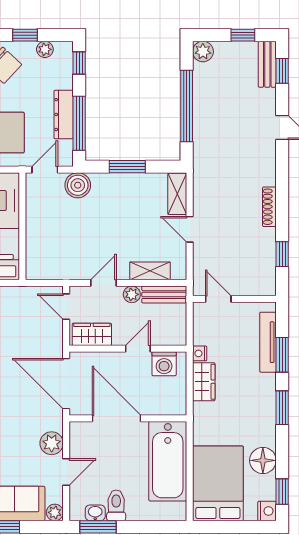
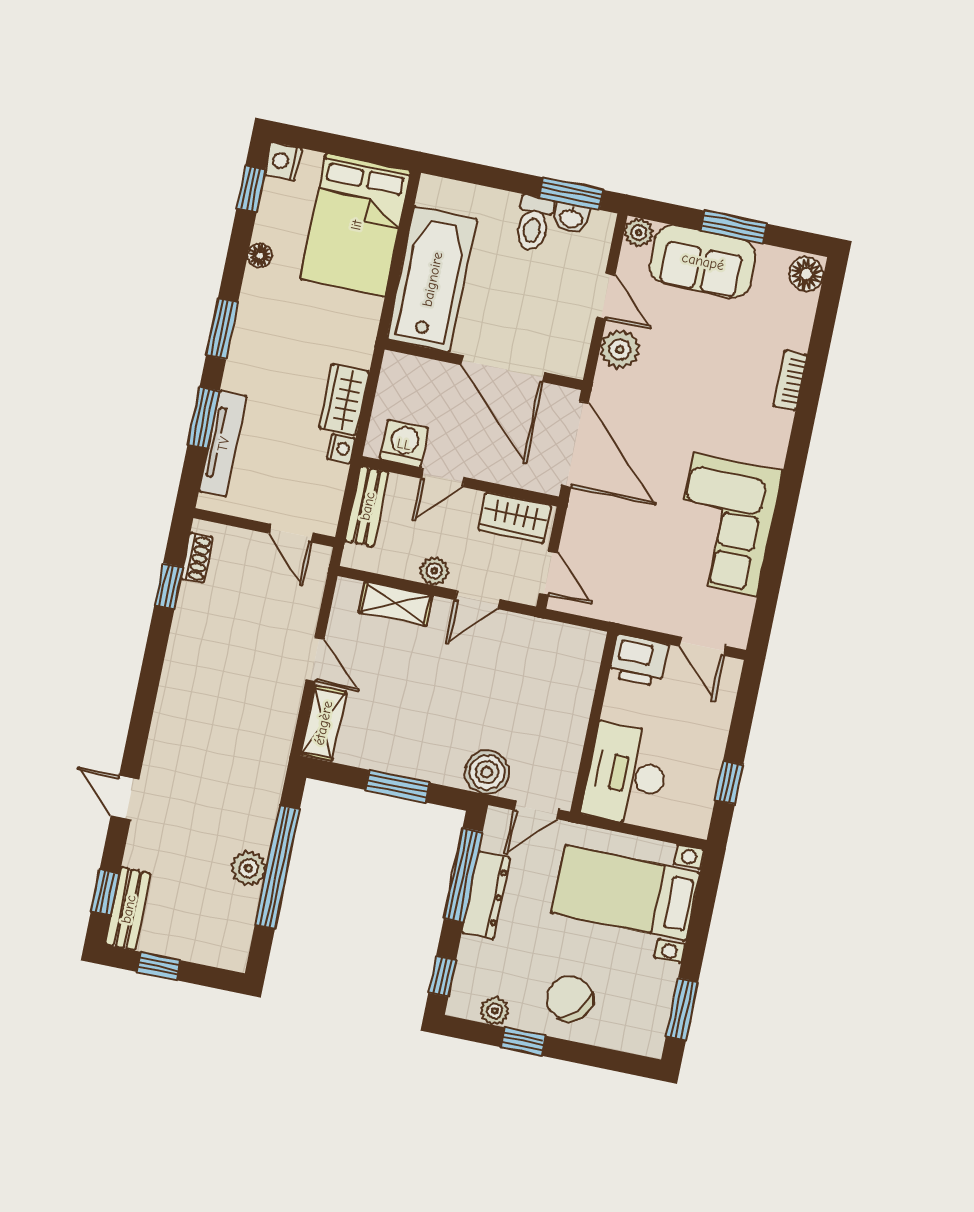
plant: (203, 52) -> (248, 868), moved
shoe rack: (269, 207) -> (197, 558), moved, width x0.70
bench: (164, 295) -> (367, 506), moved, turned 90
floor lamp: (263, 460) -> (260, 256), width x0.53, depth x0.53
door: (66, 472) -> (606, 296), swing flipped

